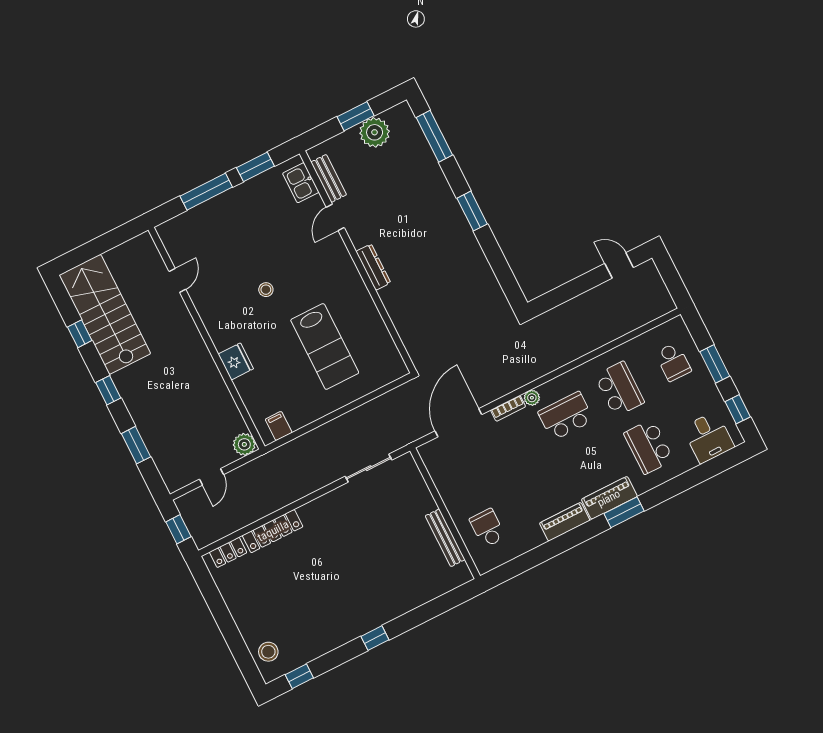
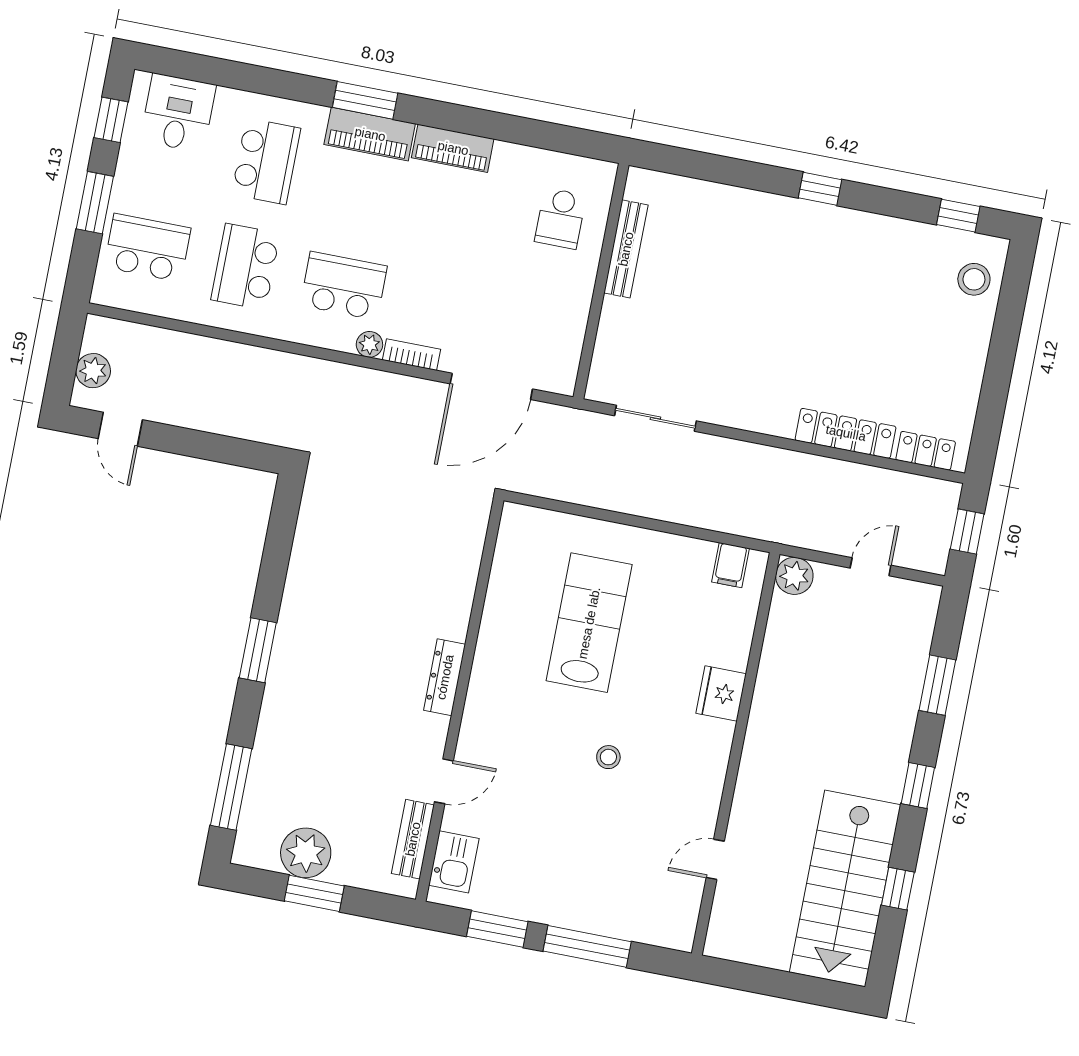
plant: (654, 283) -> (93, 371), added
school desk: (673, 362) -> (147, 248), width x1.85
school desk: (566, 416) -> (344, 286), turned 180

